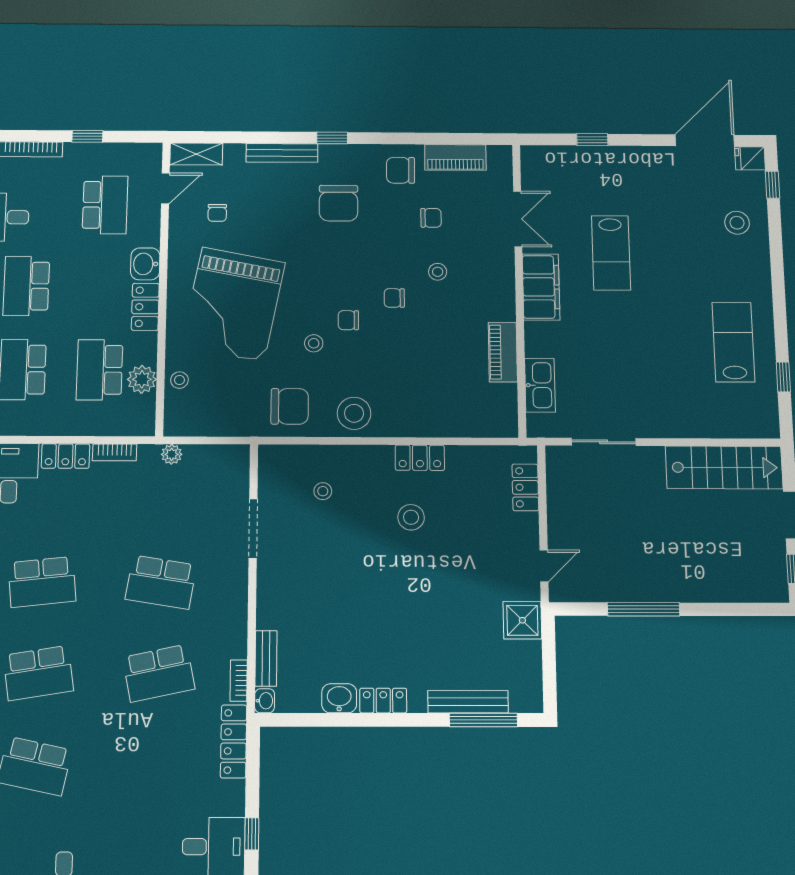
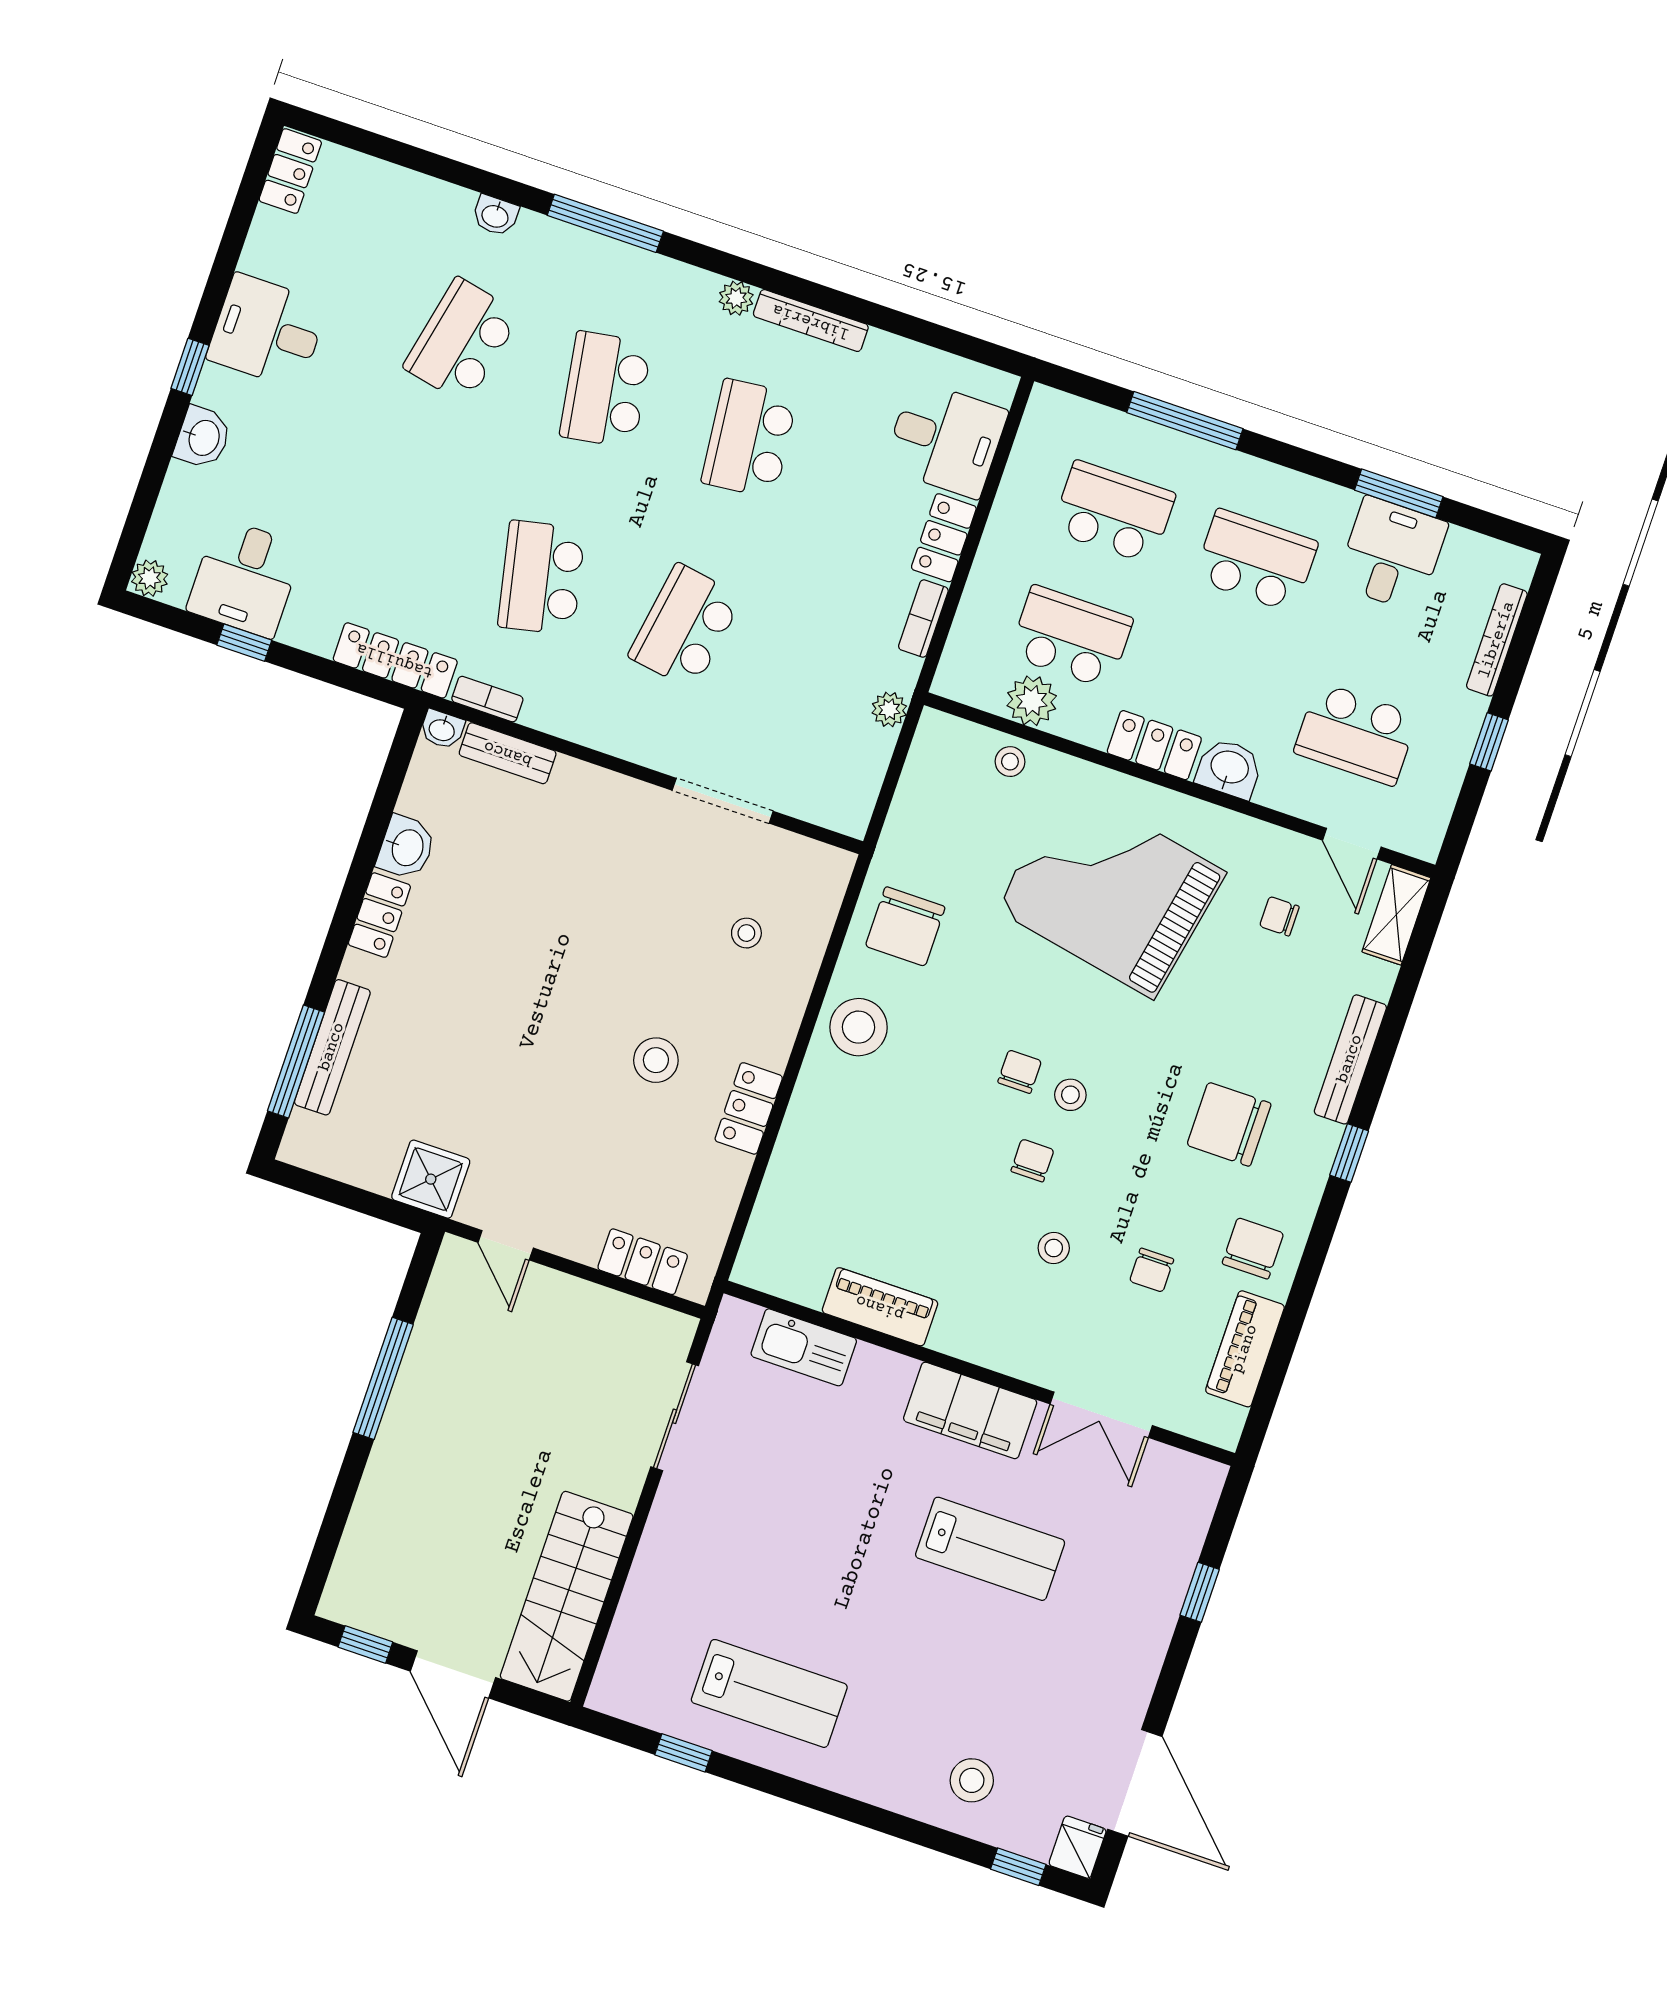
lab bench: (611, 253) -> (990, 1549), turned 180
stool: (314, 343) -> (1070, 1095), moved

